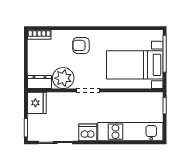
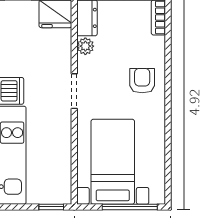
plant: (63, 78) -> (85, 46), width x0.53, depth x0.53

